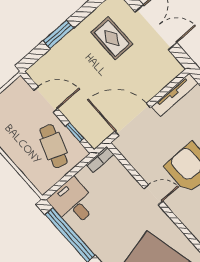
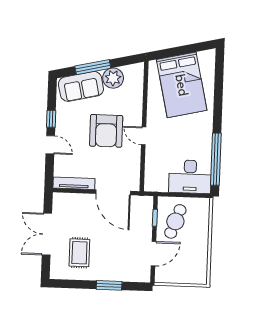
door: (46, 99) -> (154, 254), swing flipped
bookcase: (100, 159) -> (155, 187), removed
desk: (73, 202) -> (190, 177), width x1.37

